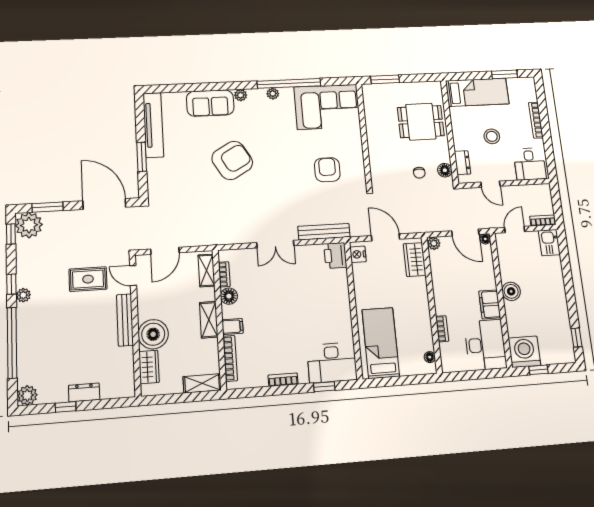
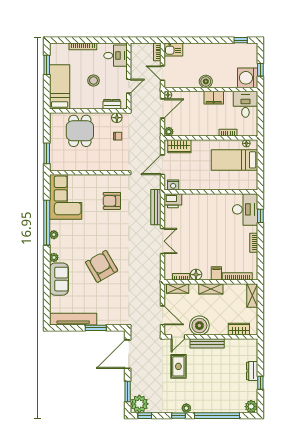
boiler: (153, 334) -> (199, 326), moved
bed: (381, 343) -> (234, 160), moved
desk: (485, 345) -> (245, 104), width x0.73

